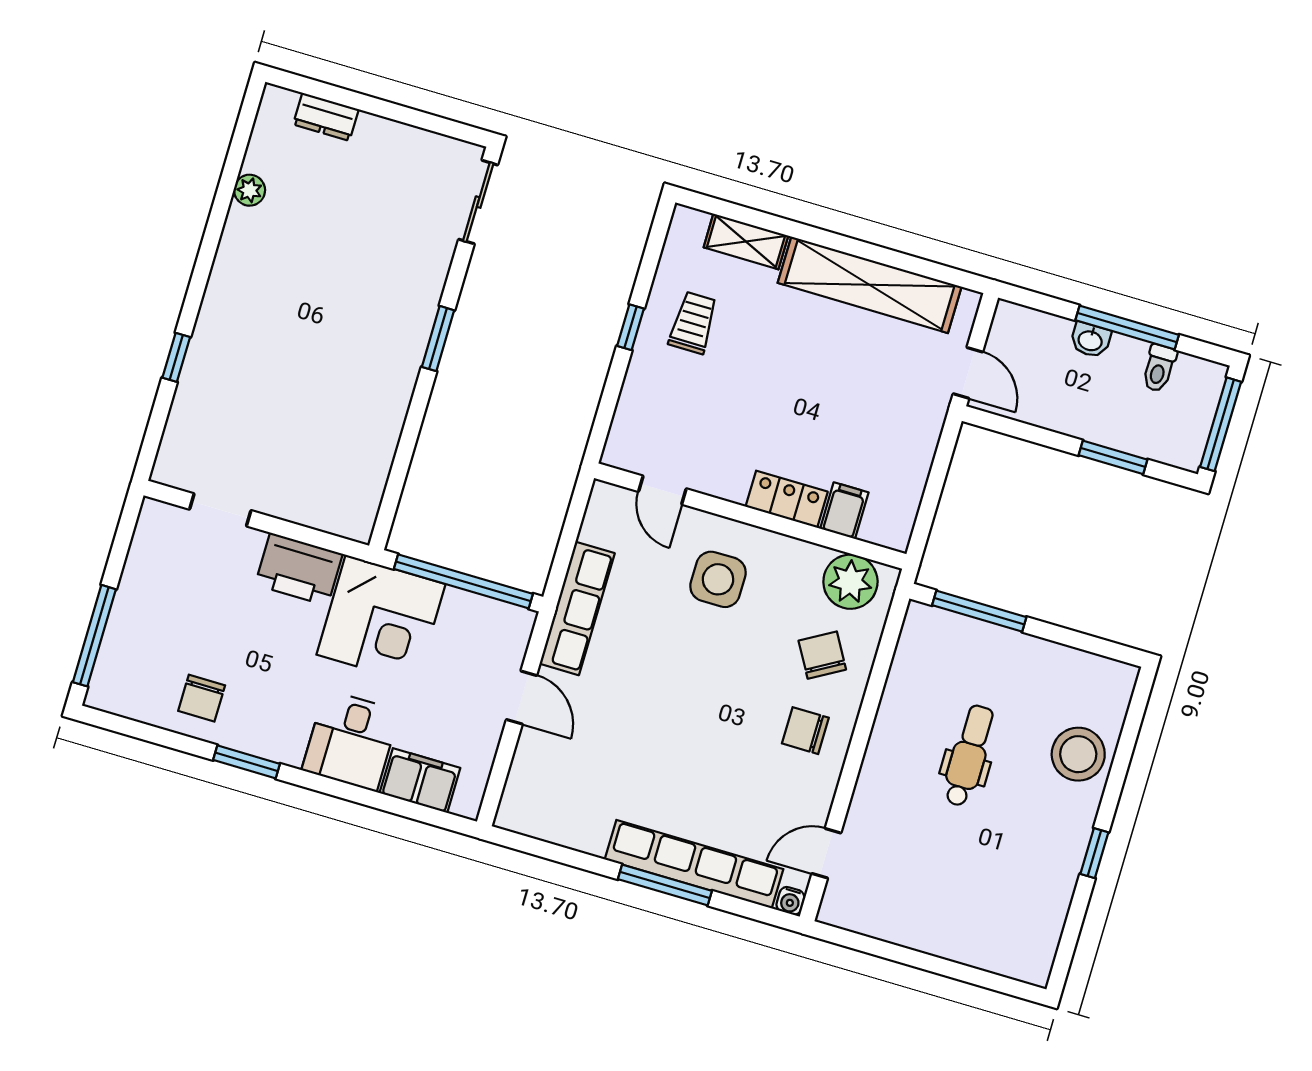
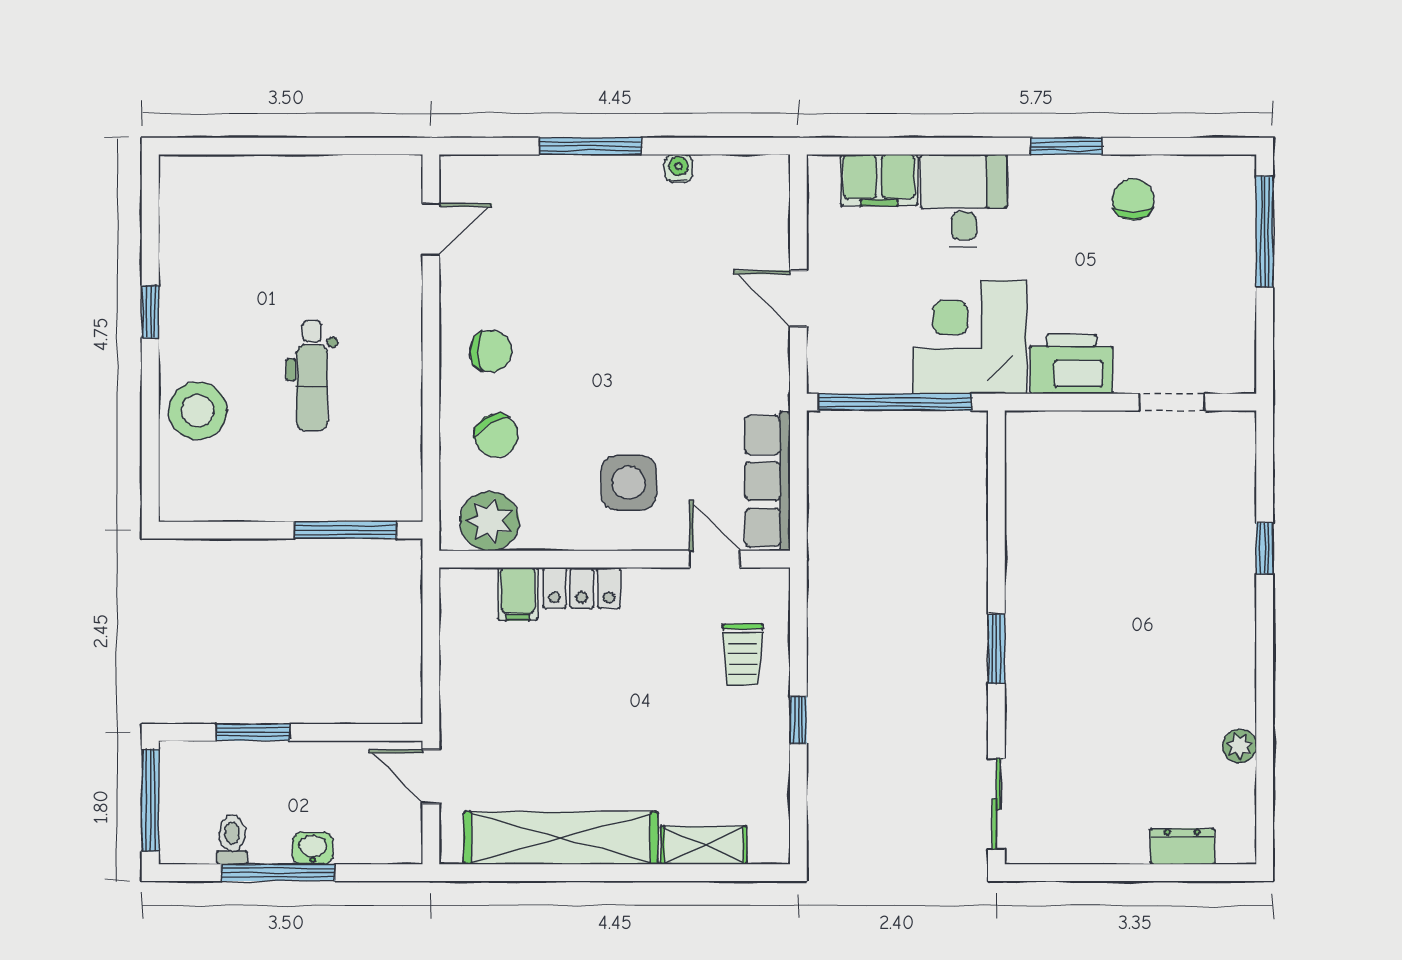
trolley: (693, 323) -> (743, 655), moved
row of seats: (577, 608) -> (768, 481), moved
row of seats: (694, 864) -> (566, 177), removed
water cooler: (790, 901) -> (678, 168), moved

